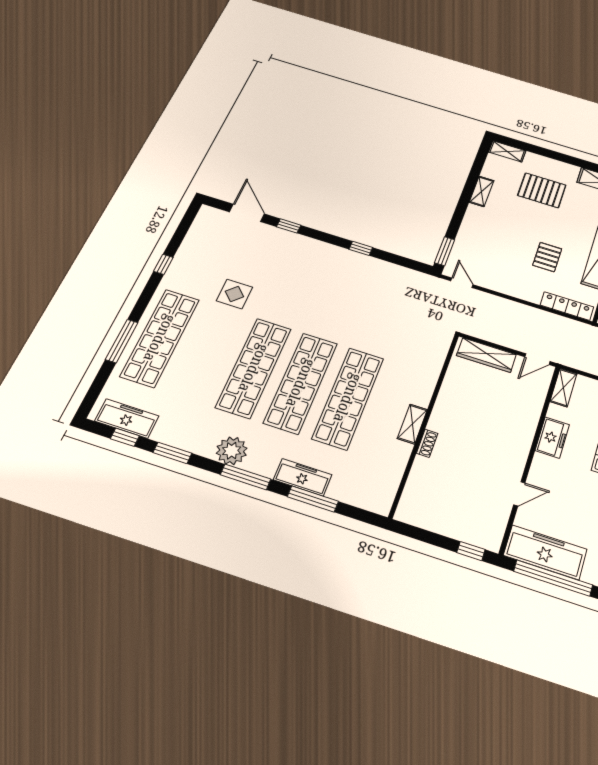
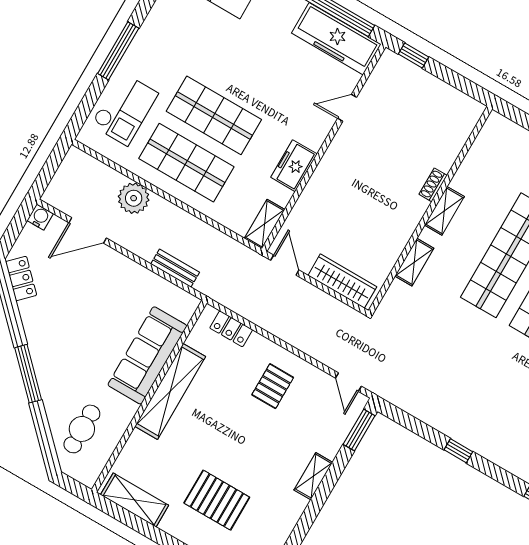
shelving: (482, 191) -> (313, 476), moved
pallet: (547, 257) -> (273, 386), moved
locker: (567, 306) -> (231, 329), width x0.66
door: (537, 359) -> (285, 265), hinge flipped
shelving: (429, 379) -> (414, 262), added

